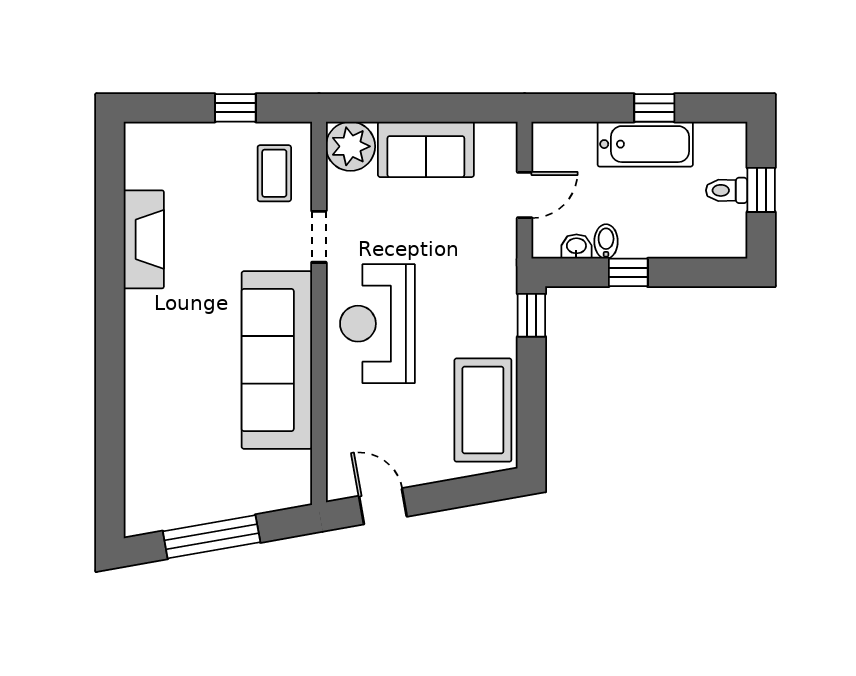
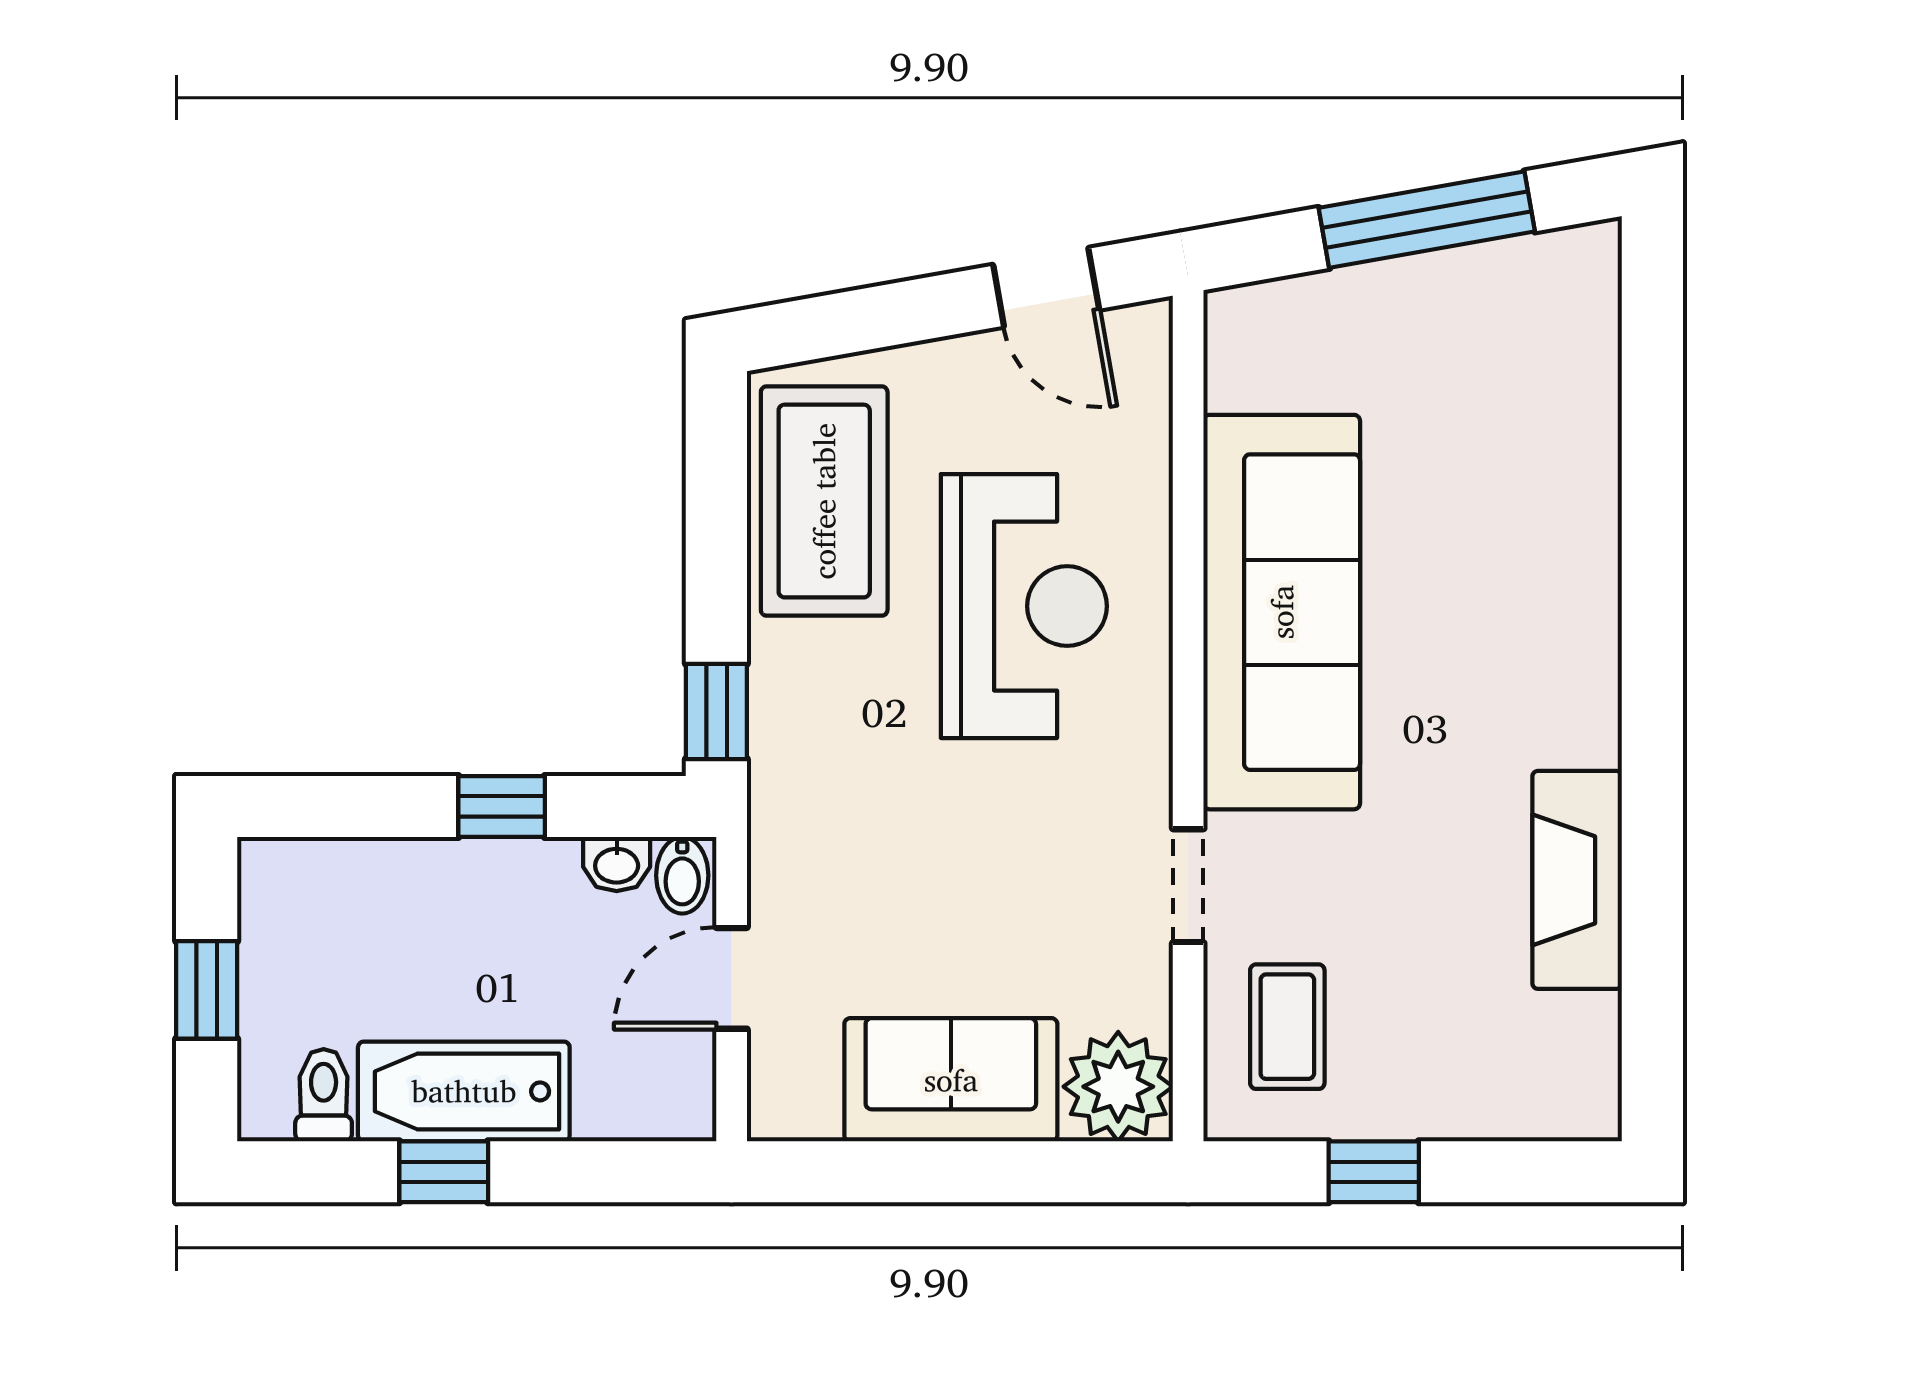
toilet: (727, 190) -> (324, 1095), moved, turned -90
bidet: (606, 241) -> (682, 875), moved
reception desk: (377, 324) -> (1024, 606), moved

